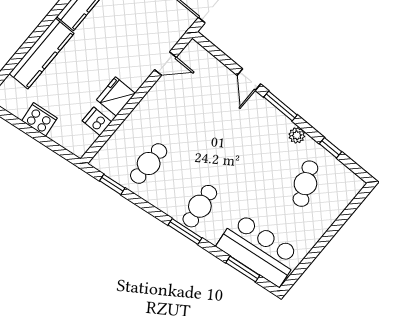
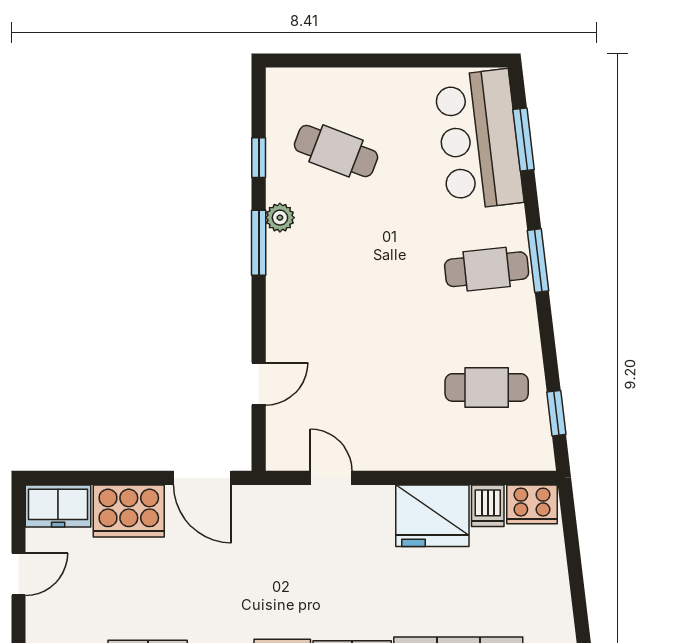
door: (249, 80) -> (259, 384), moved
fridge: (116, 97) -> (432, 516), width x1.36, depth x1.34
window: (280, 106) -> (259, 243), moved
cooker: (39, 119) -> (532, 504), moved, turned -83
cafe table: (305, 184) -> (336, 151), turned 45

